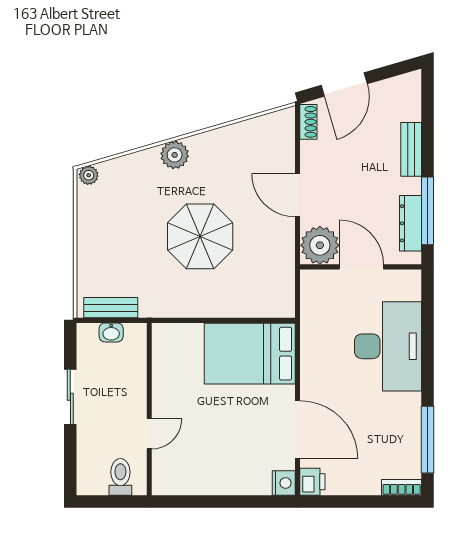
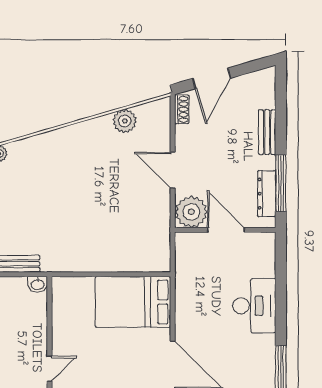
plant: (175, 155) -> (125, 121), moved
parasol: (200, 236) -> (92, 205), removed
washbasin: (111, 332) -> (38, 284), moved
desk: (388, 346) -> (254, 306), width x0.73, depth x0.77

